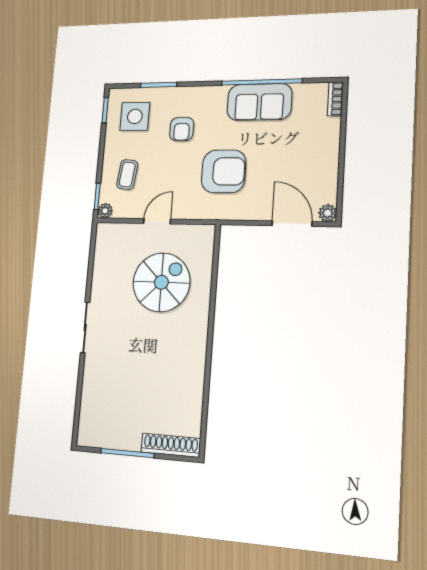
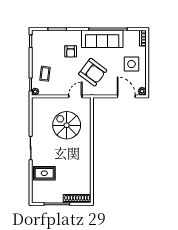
sofa: (259, 102) -> (102, 39), width x1.36
side table: (135, 116) -> (131, 64), moved
armchair: (224, 171) -> (93, 72), turned 37
door: (157, 221) -> (75, 96), moved
spiral stairs: (161, 282) -> (67, 125), turned -90
rug: (108, 383) -> (44, 173), added

